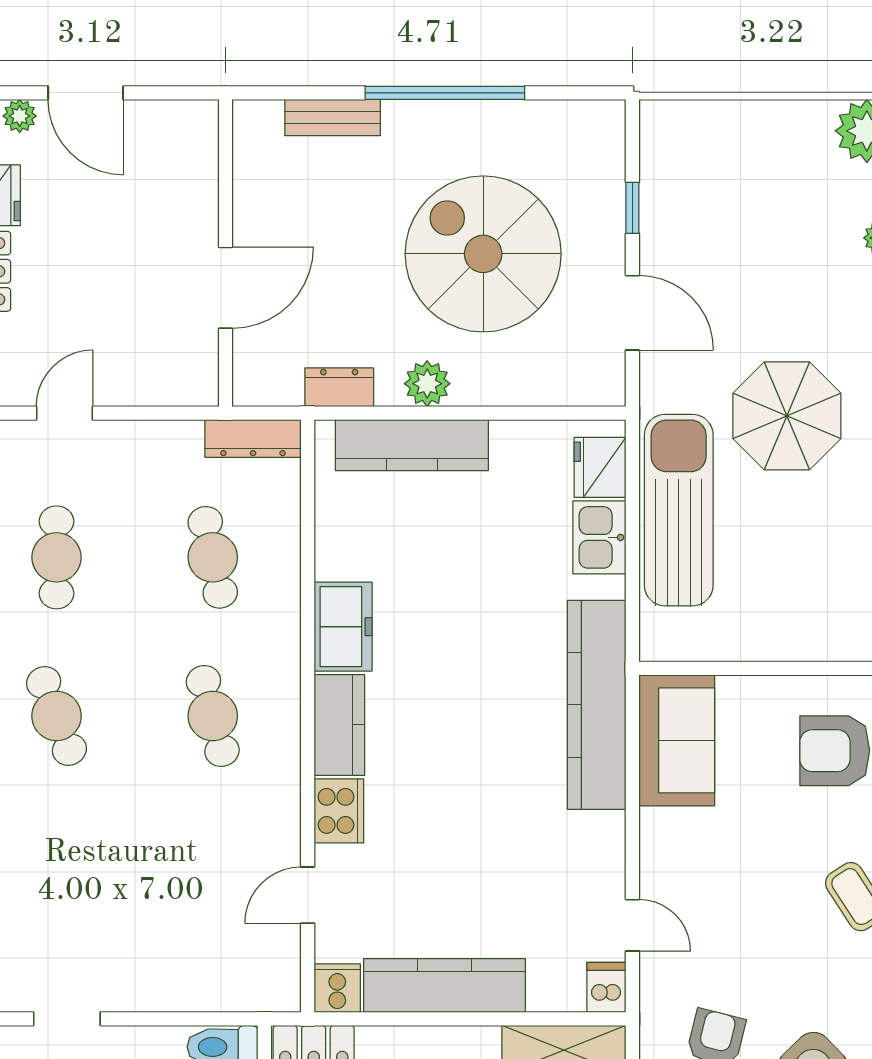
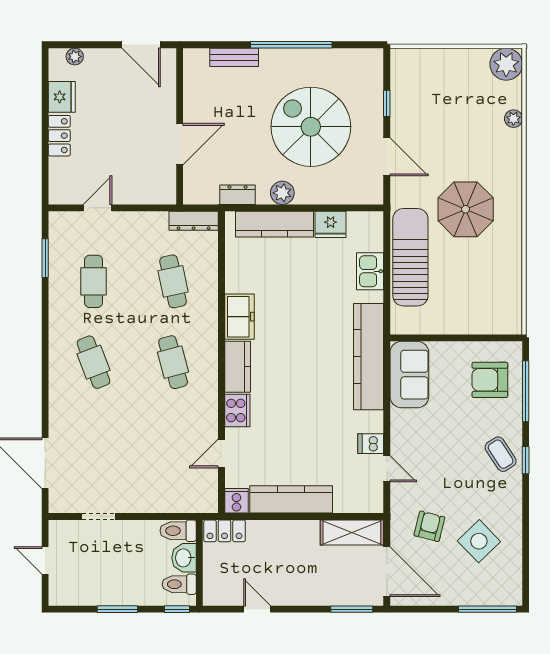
door: (86, 93) -> (141, 45), moved
fridge: (600, 467) -> (331, 224), moved, turned -90
dishwasher: (606, 987) -> (371, 444), moved, turned -90

